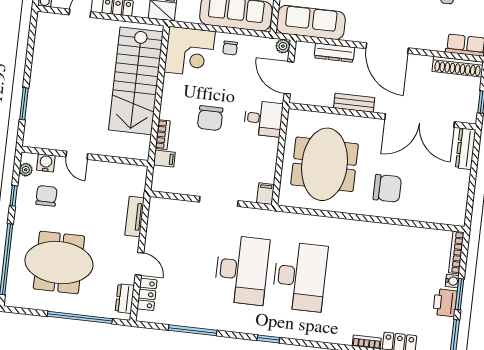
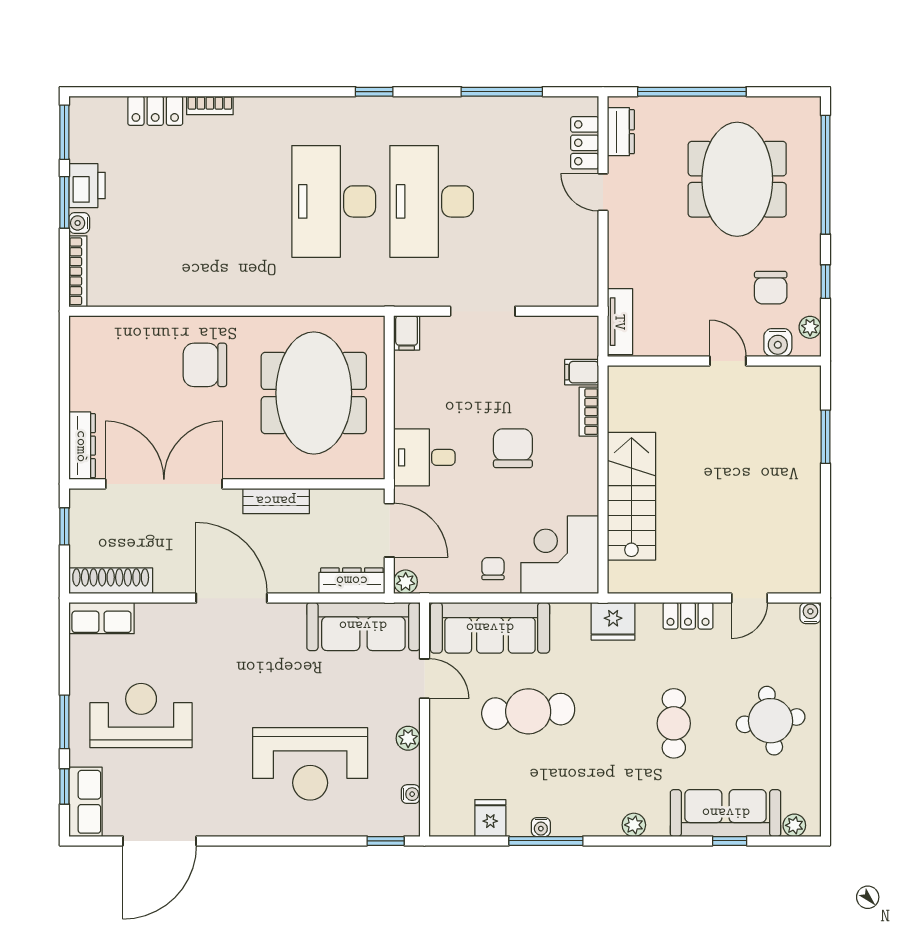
dresser: (334, 53) -> (352, 581), moved
stairs: (136, 81) -> (631, 496), width x0.73, depth x0.66
tv unit: (135, 217) -> (620, 322), moved
meeting table: (59, 262) -> (737, 179), turned 90

